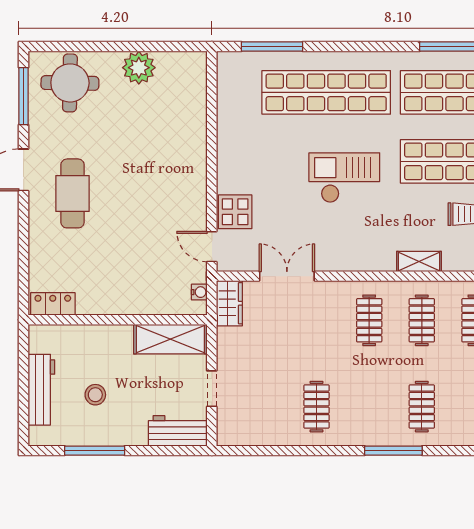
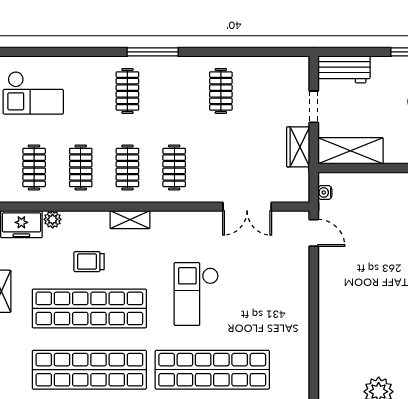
checkout: (344, 178) -> (196, 294), turned 90
display table: (235, 212) -> (293, 264), removed
wardrobe: (229, 303) -> (298, 147), moved

